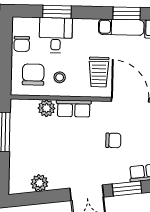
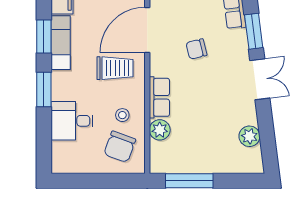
window: (57, 12) -> (44, 89), moved
chair: (22, 44) -> (83, 161), removed
chair: (33, 75) -> (120, 147), turned -70
chair: (113, 140) -> (196, 49), turned -104

